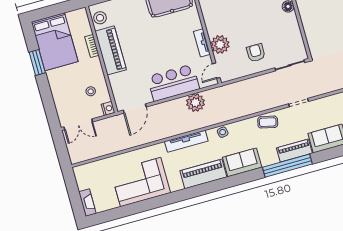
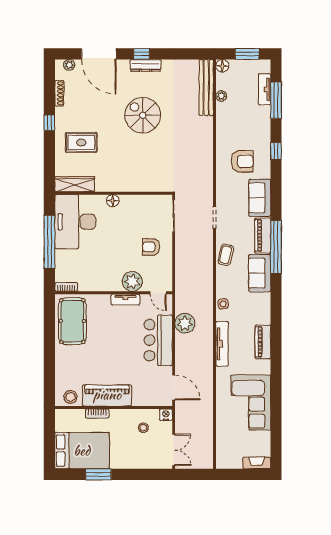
sofa: (242, 162) -> (260, 273), moved
piano: (203, 174) -> (263, 342), width x0.73, depth x0.75

